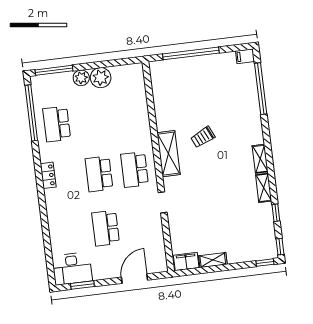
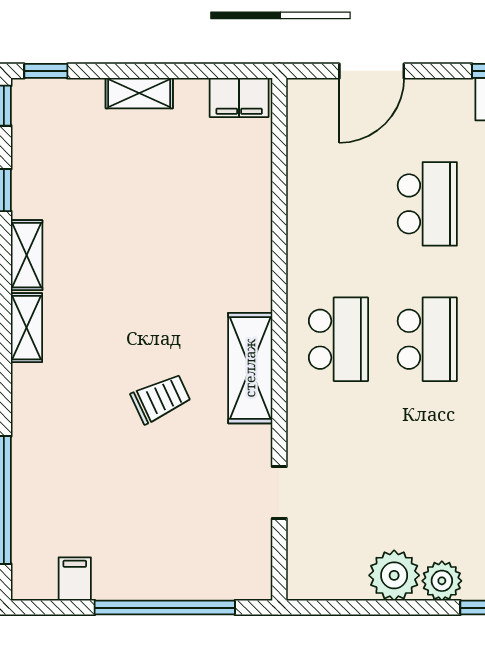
filing cabinet: (245, 56) -> (75, 579), moved, turned -90
doorway: (163, 202) -> (279, 492), moved
shelving: (213, 260) -> (139, 93), moved

